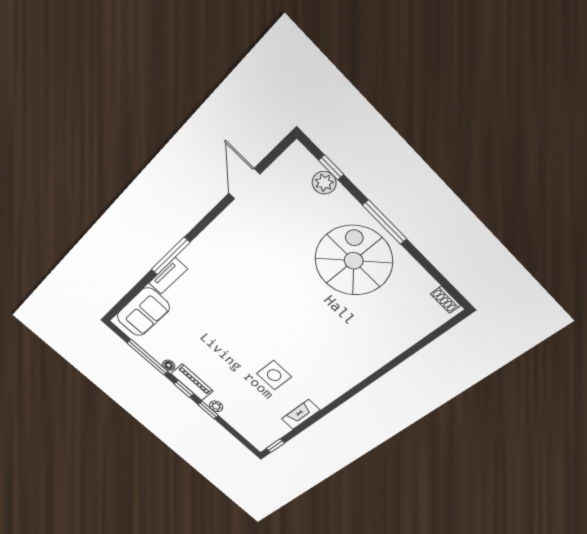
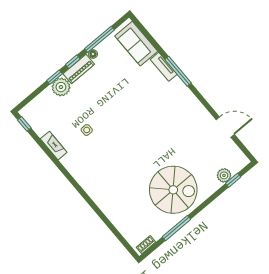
window: (385, 222) -> (176, 228), moved
side table: (274, 375) -> (87, 130), width x0.54, depth x0.54
plant: (216, 406) -> (61, 87), width x1.88, depth x1.88

